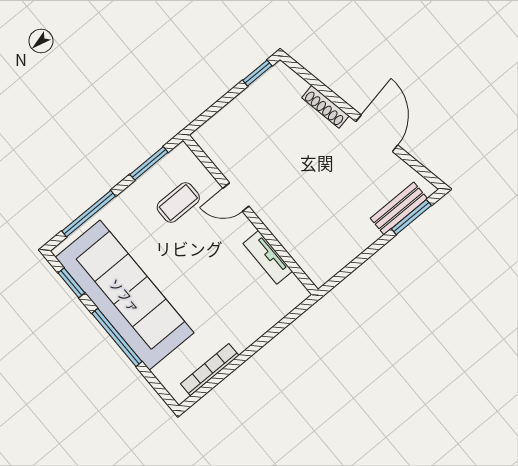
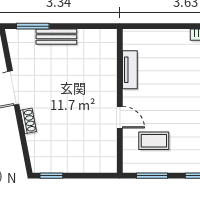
shoe rack: (325, 107) -> (28, 121), width x0.70
bench: (399, 208) -> (56, 37), moved

